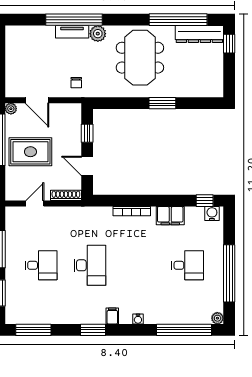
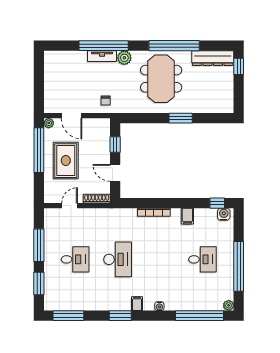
window: (178, 20) -> (174, 46), moved
rug: (30, 152) -> (66, 161), turned 90
filing cabinet: (170, 216) -> (187, 216), width x0.50

